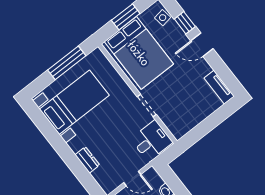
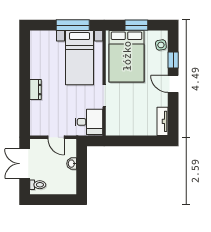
bed with nightstands: (74, 102) -> (80, 58), moved, turned 90
dresser: (87, 160) -> (36, 90), moved

